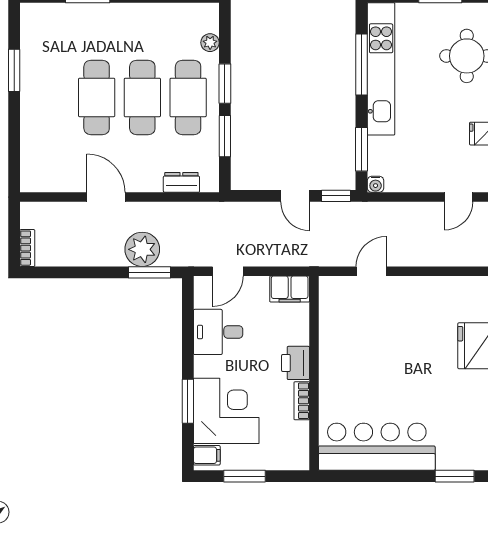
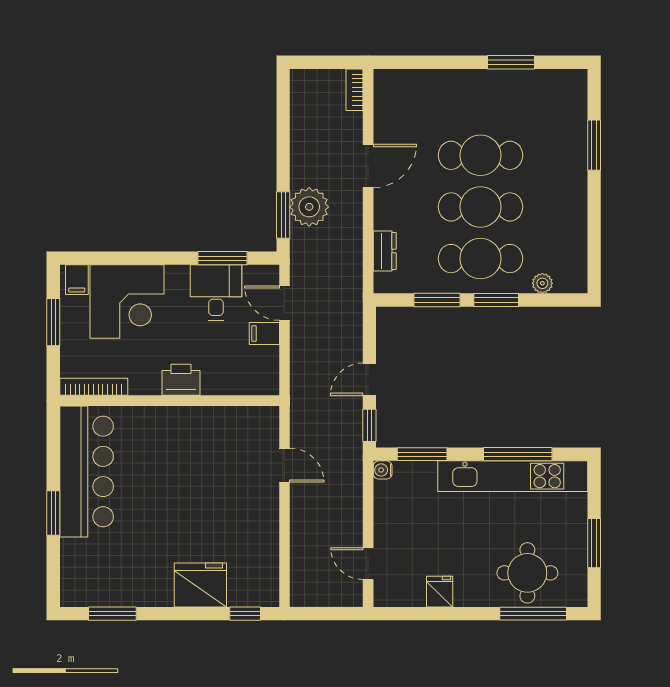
bookcase: (27, 248) -> (355, 90), moved, turned 90
filing cabinet: (290, 289) -> (264, 333), moved, width x0.50
window: (188, 401) -> (222, 258), moved
bookcase: (302, 401) -> (94, 387), moved, width x1.56
window: (455, 476) -> (53, 513), moved

